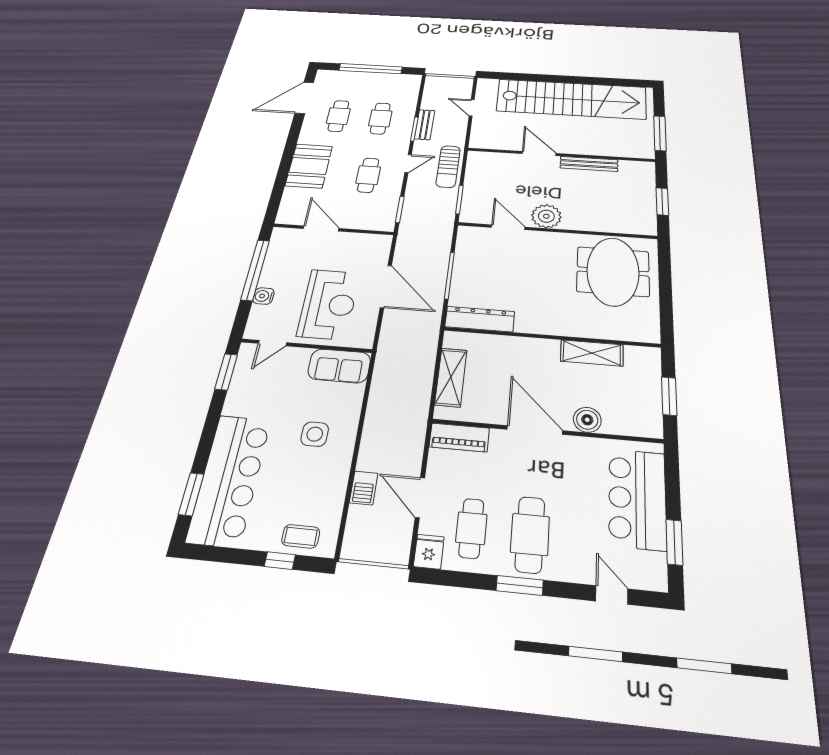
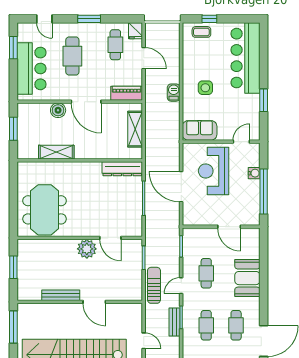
window: (226, 372) -> (264, 100), moved
barbecue: (364, 488) -> (174, 93), moved
window: (191, 494) -> (264, 48), removed
cafe table: (530, 534) -> (72, 56), moved

